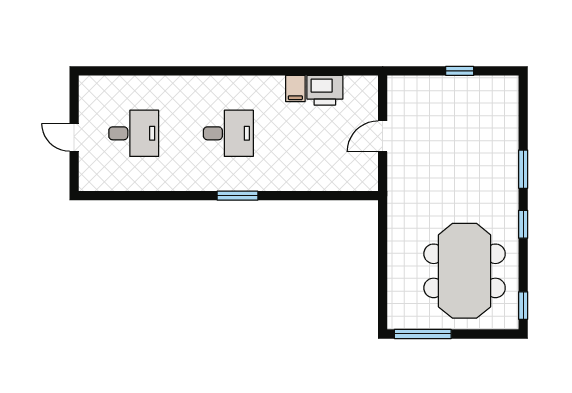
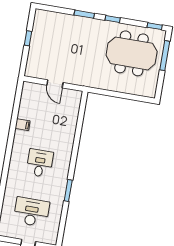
printer: (325, 90) -> (26, 110), removed
desk: (134, 133) -> (31, 212), width x1.37
window: (237, 196) -> (68, 190), moved
window: (423, 334) -> (165, 56), moved

